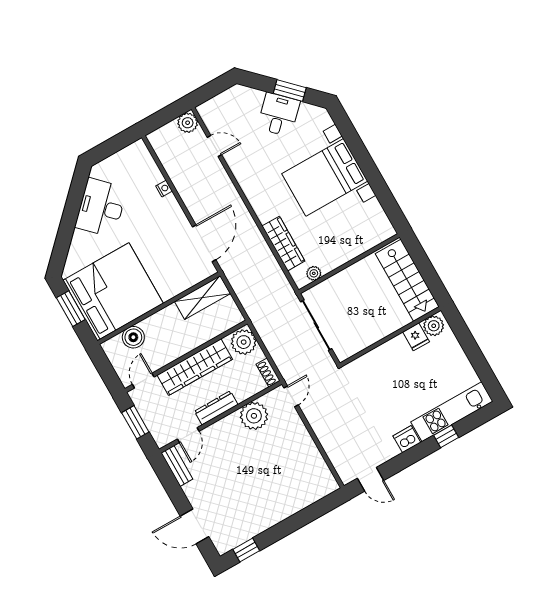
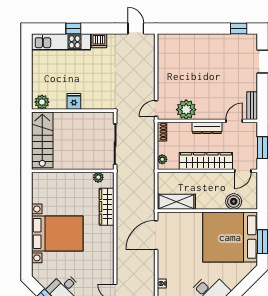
fridge: (416, 337) -> (74, 101), moved
plant: (244, 342) -> (162, 159), width x0.53, depth x0.53

